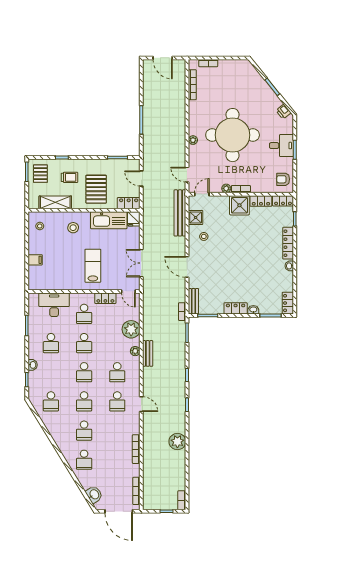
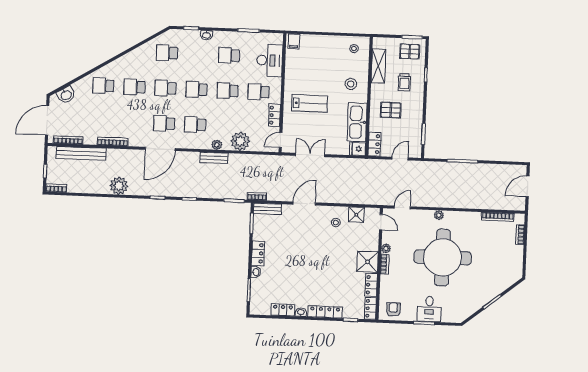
printer: (284, 112) -> (465, 313), removed
pallet: (96, 189) -> (391, 110), width x0.67, depth x0.71
bench: (180, 213) -> (81, 153), moved
filing cabinet: (35, 260) -> (294, 41), moved
locker: (288, 303) -> (283, 310), moved
door: (141, 404) -> (160, 149), width x1.88

